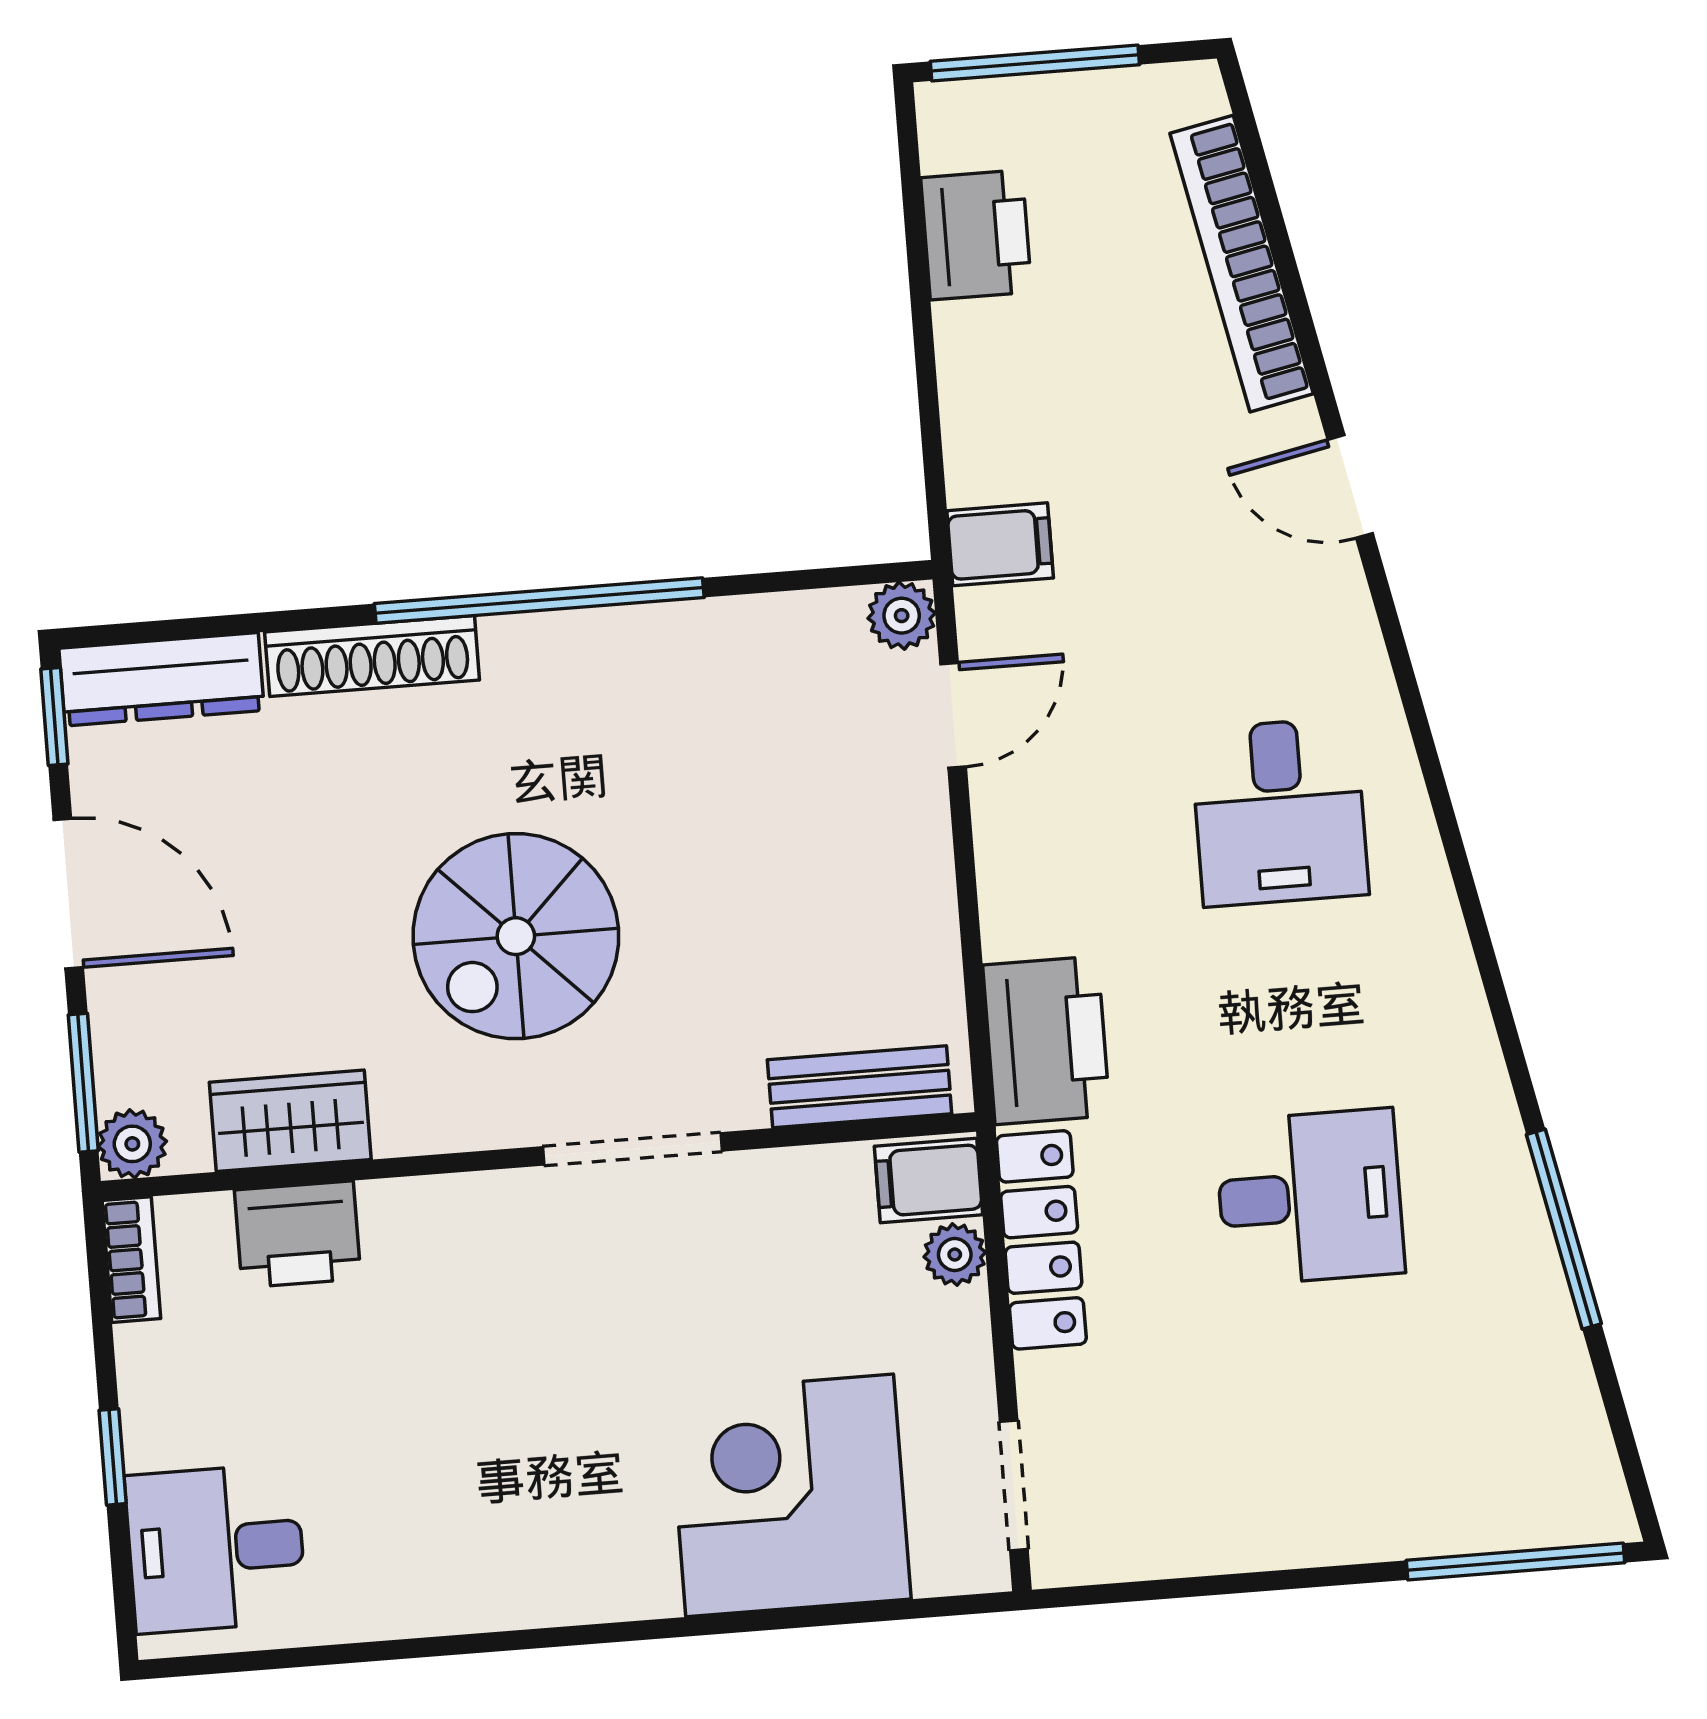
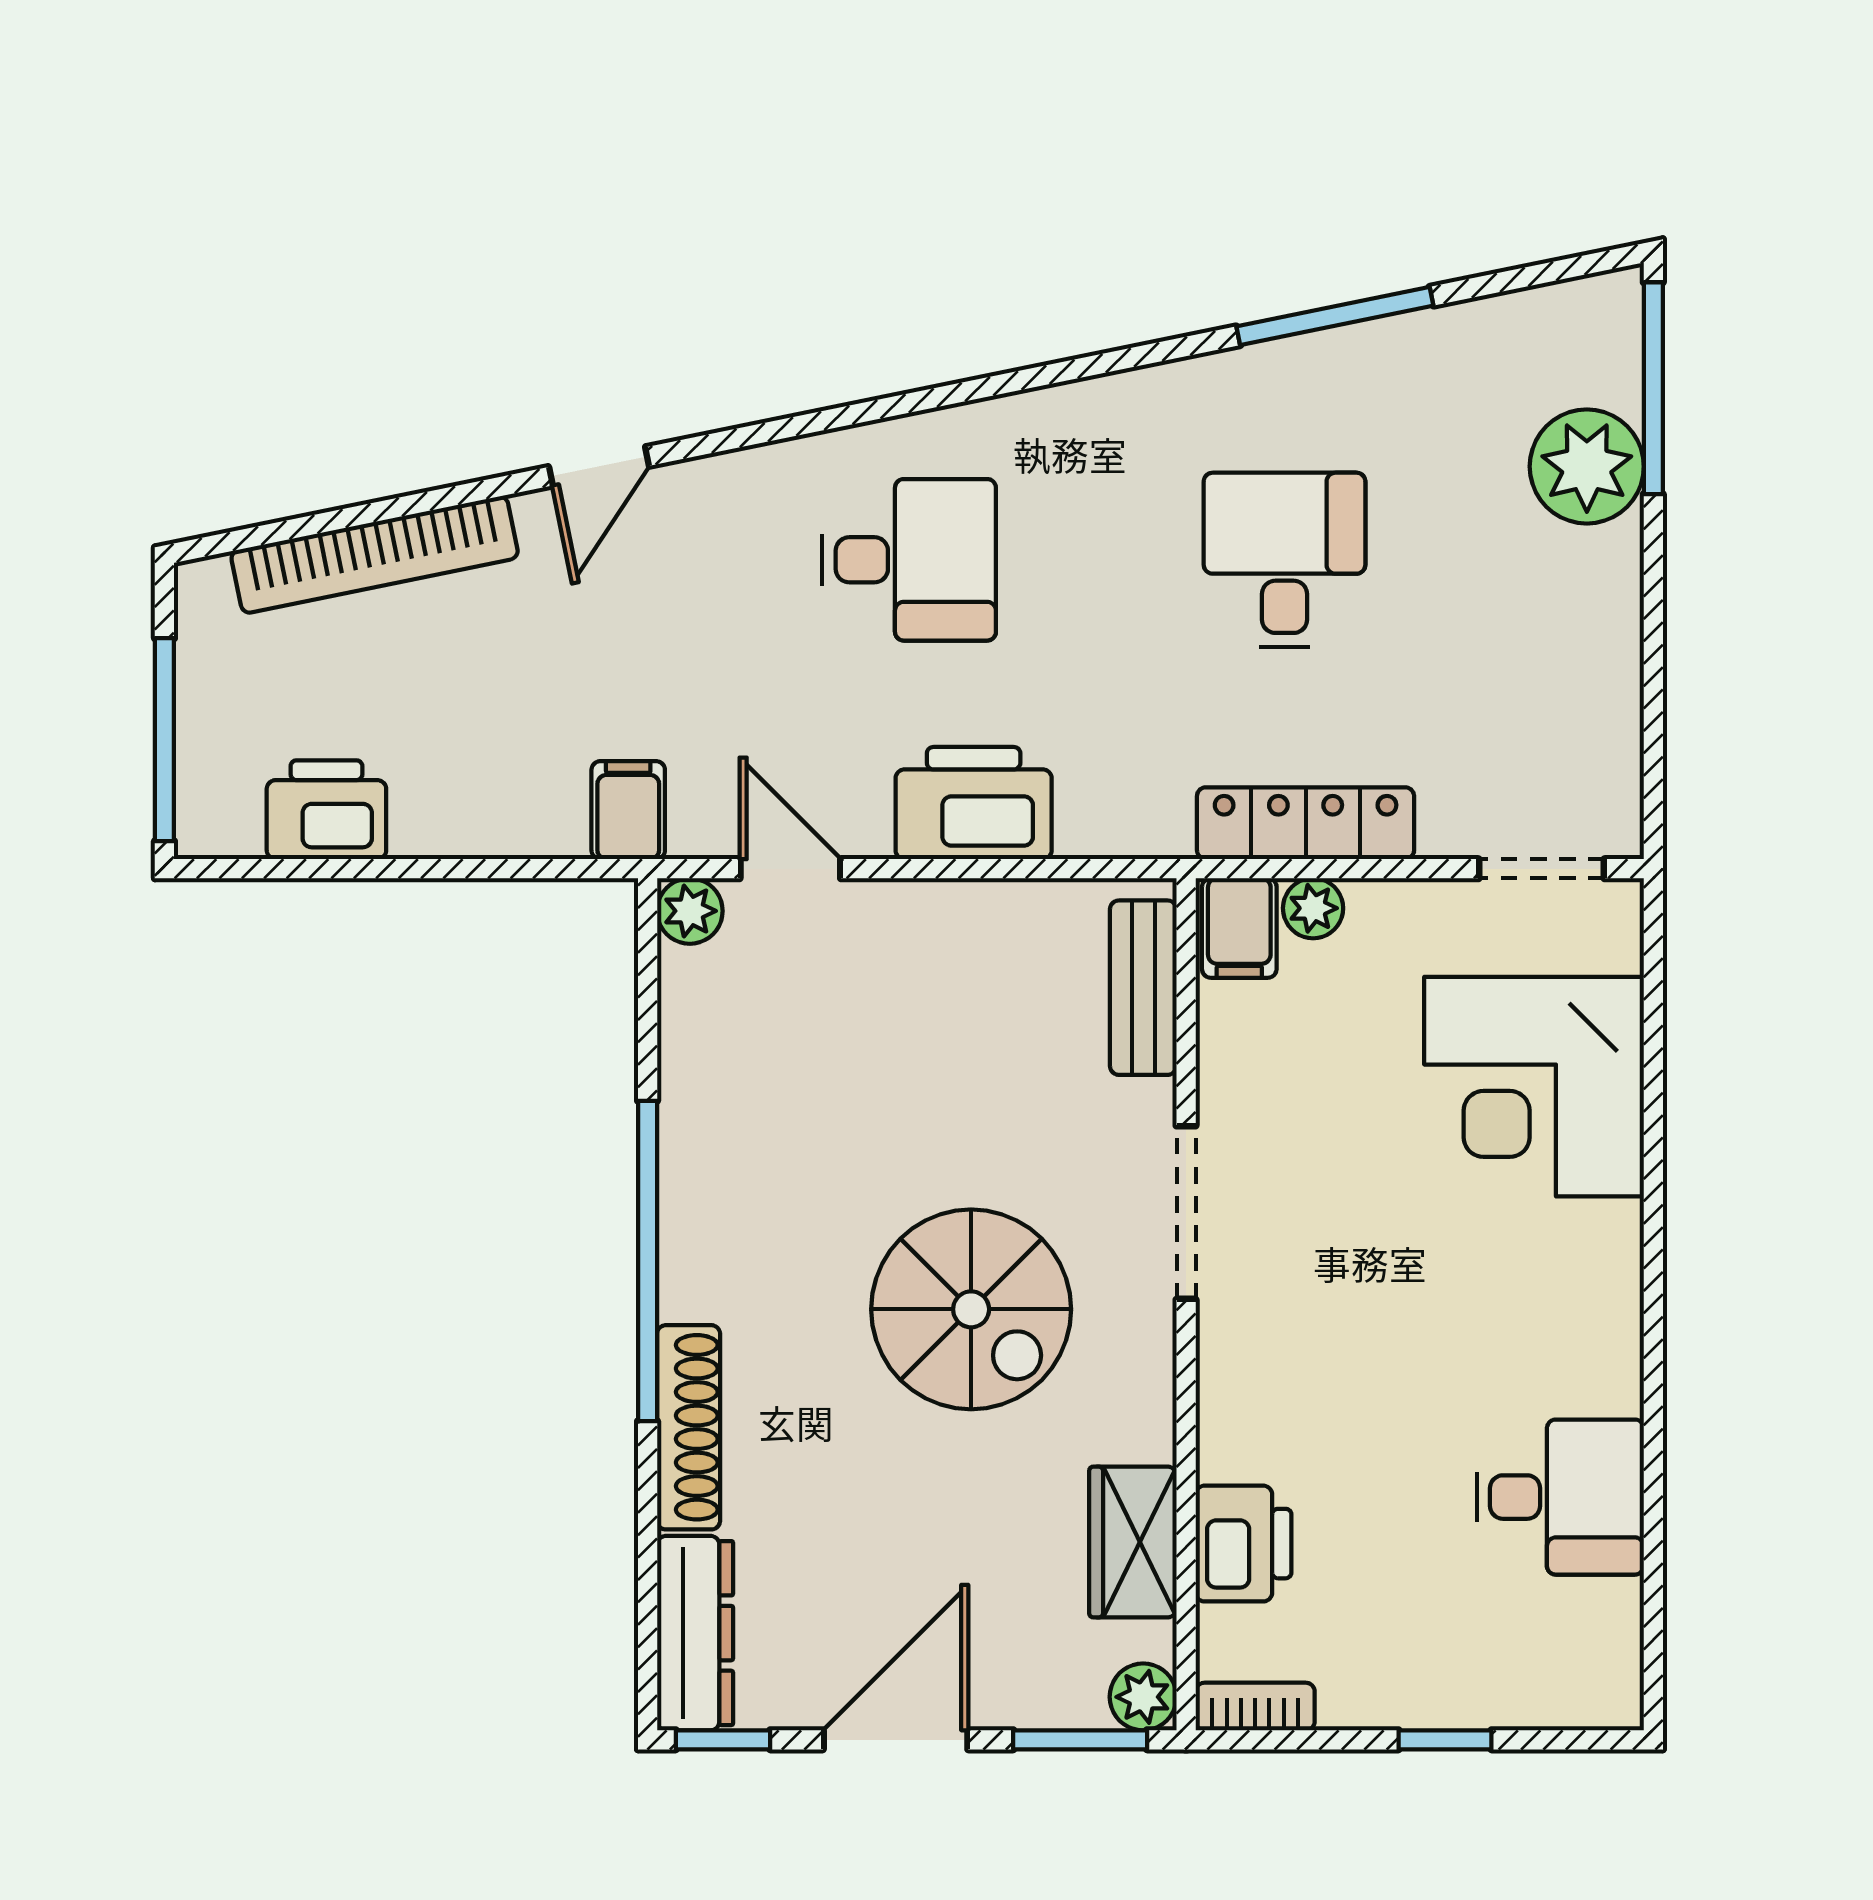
printer: (1046, 1040) -> (974, 803), moved
plant: (1430, 1500) -> (1587, 466), added
desk: (216, 1548) -> (1560, 1497), moved, turned -90

